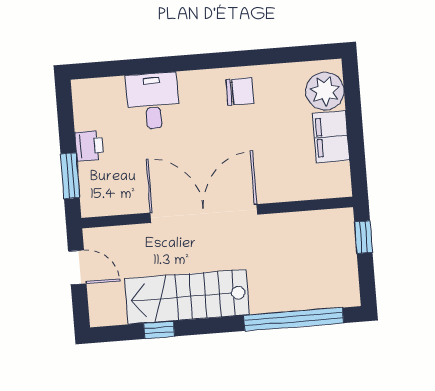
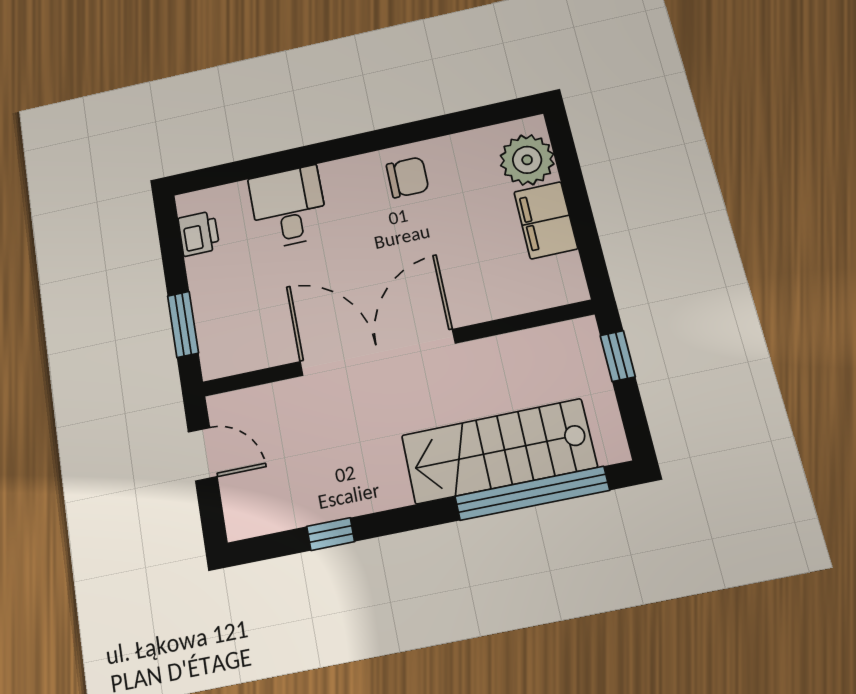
printer: (89, 146) -> (199, 234), moved
stairs: (187, 297) -> (499, 451), moved

